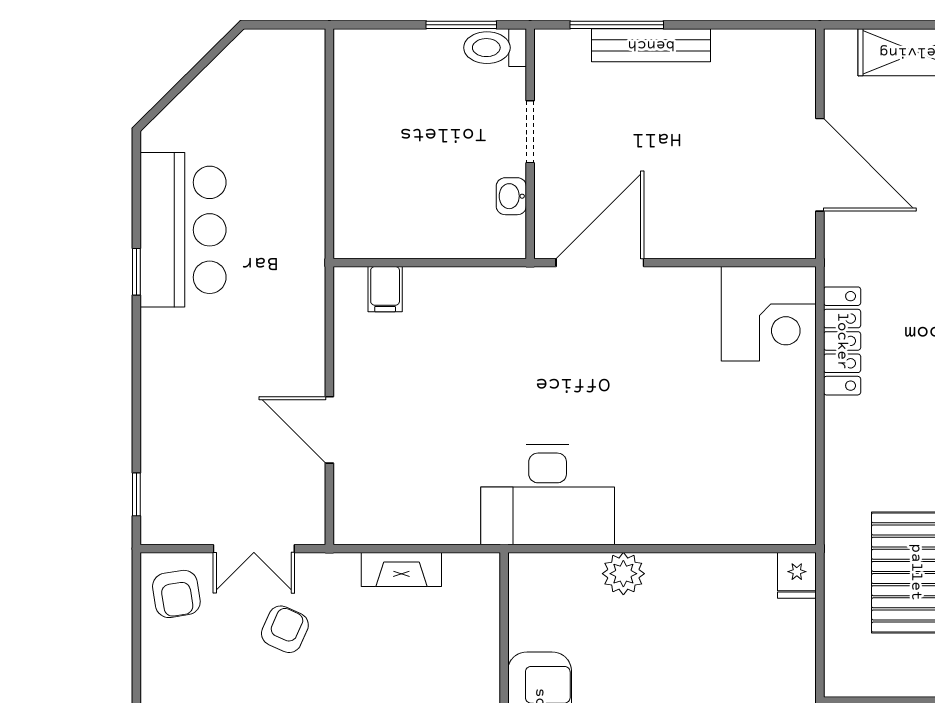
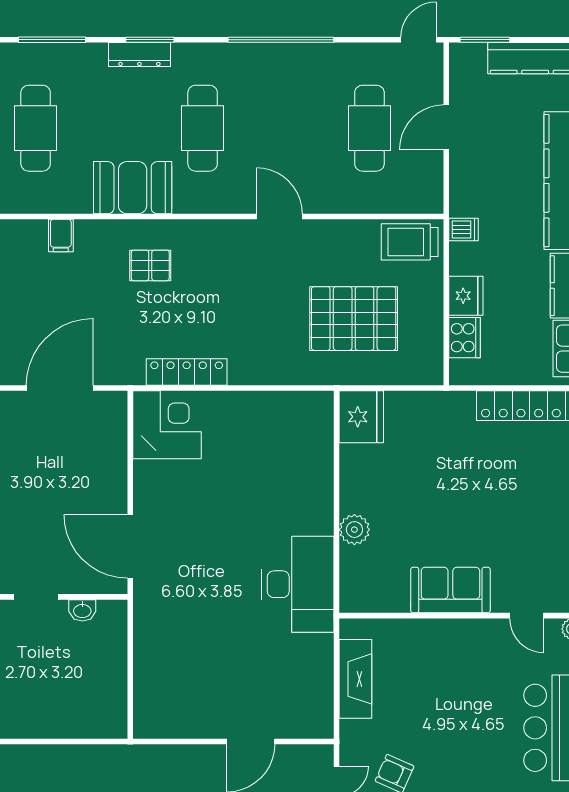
filing cabinet: (385, 289) -> (149, 701), removed
fireplace: (401, 570) -> (355, 679), width x1.37, depth x1.32
fridge: (797, 575) -> (361, 417), width x1.88, depth x1.34

